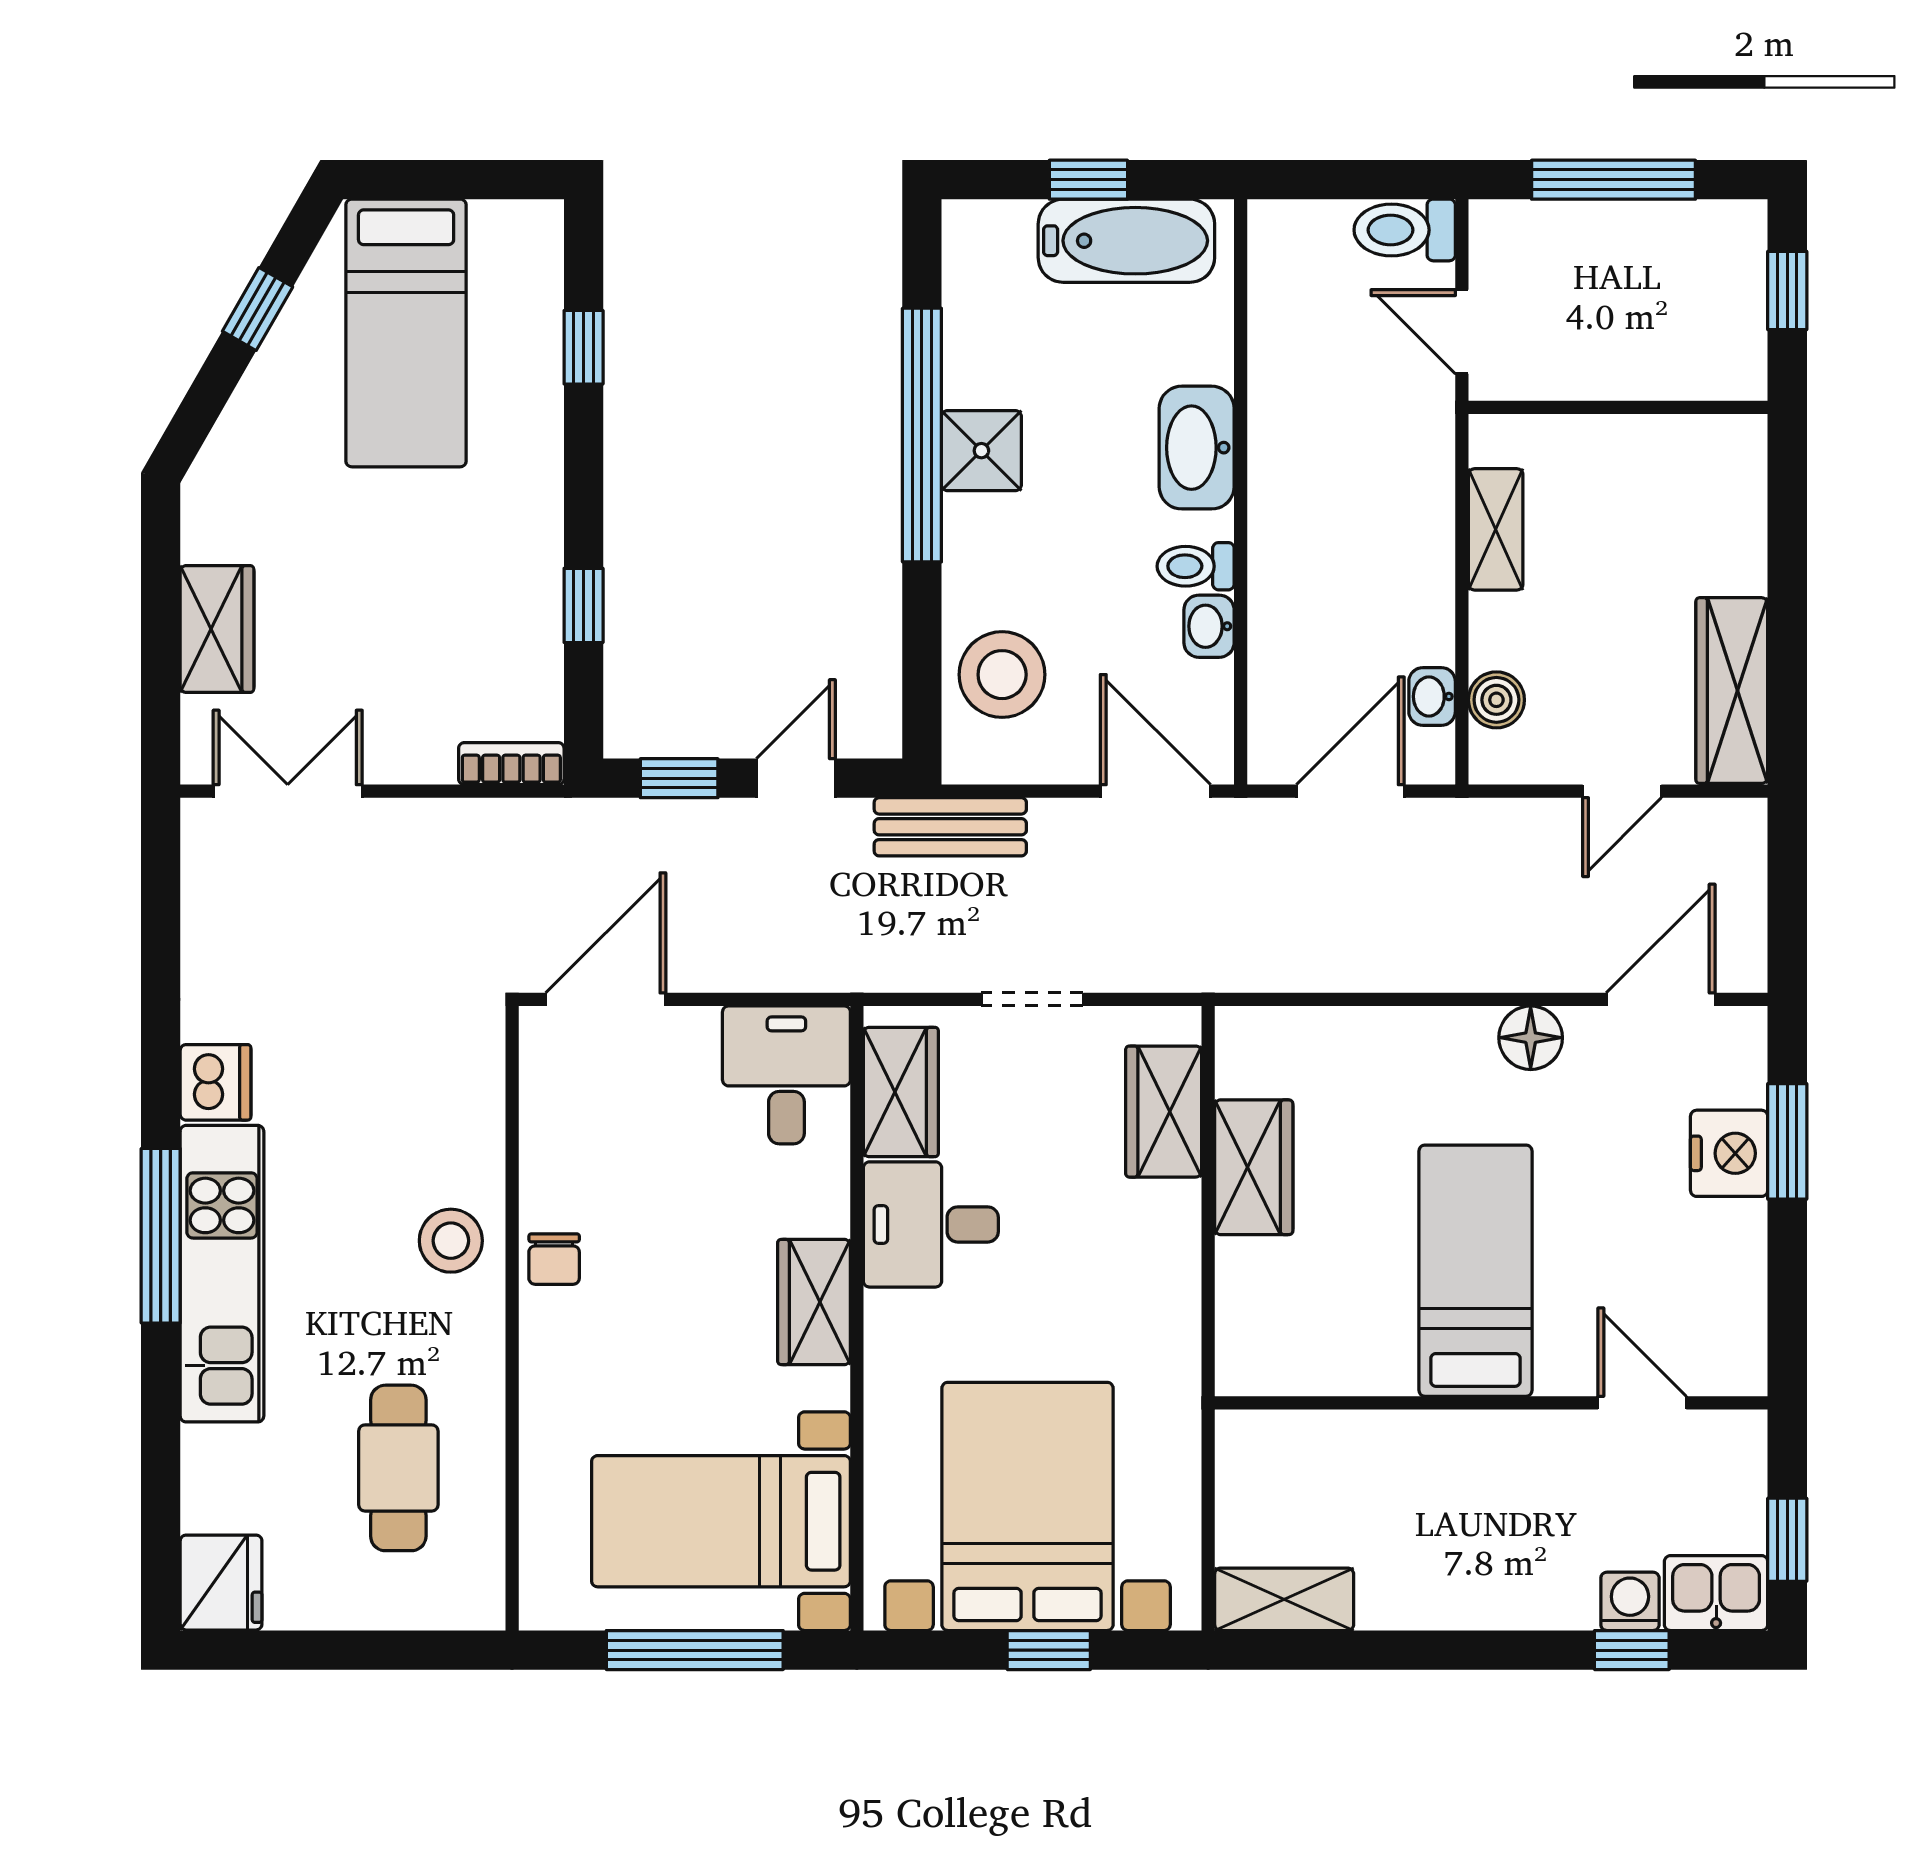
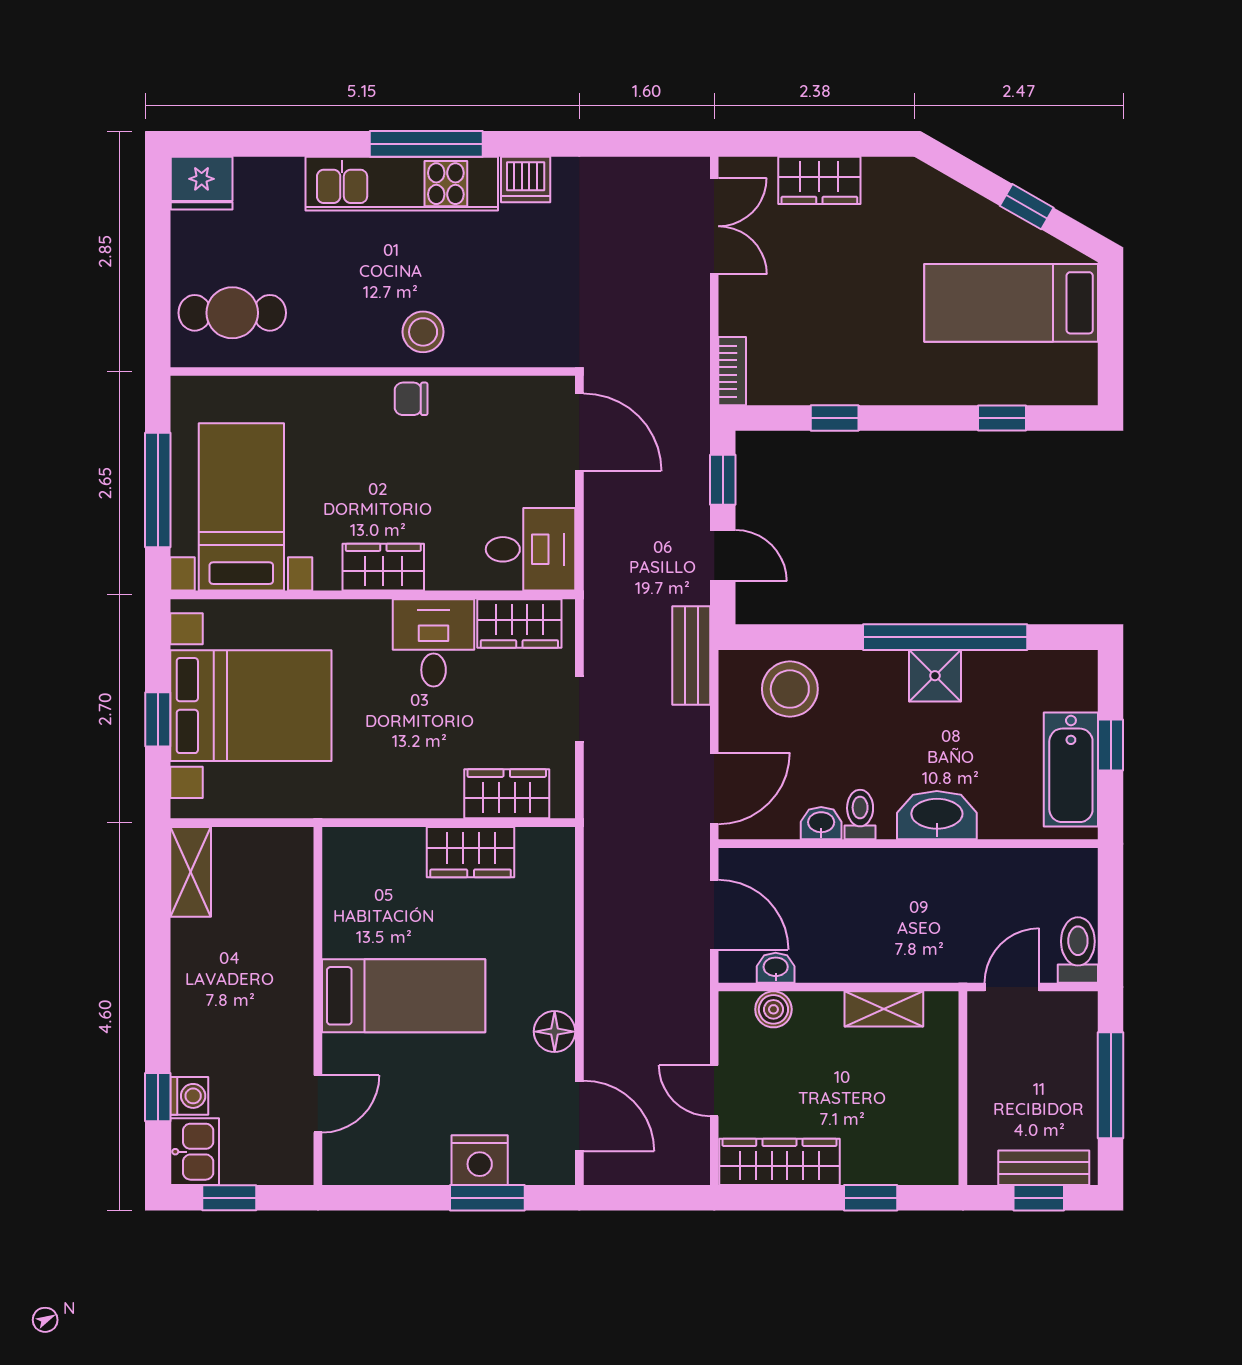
bench: (1741, 283) -> (1044, 1168), added
window: (1787, 550) -> (871, 1198), added
cafe table: (398, 1468) -> (232, 313), moved

